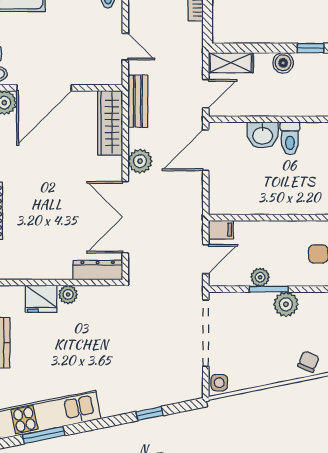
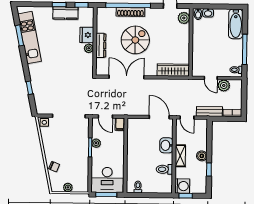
door: (125, 47) -> (211, 78), hinge flipped
shelving: (231, 63) -> (180, 156), moved
door: (44, 88) -> (191, 38), removed
bench: (138, 101) -> (209, 111), moved
toilet: (290, 138) -> (164, 169), moved
plant: (140, 161) -> (224, 85), moved
spiral stairs: (50, 200) -> (135, 40), added
dresser: (98, 270) -> (101, 45), moved
plant: (286, 304) -> (83, 156), removed

